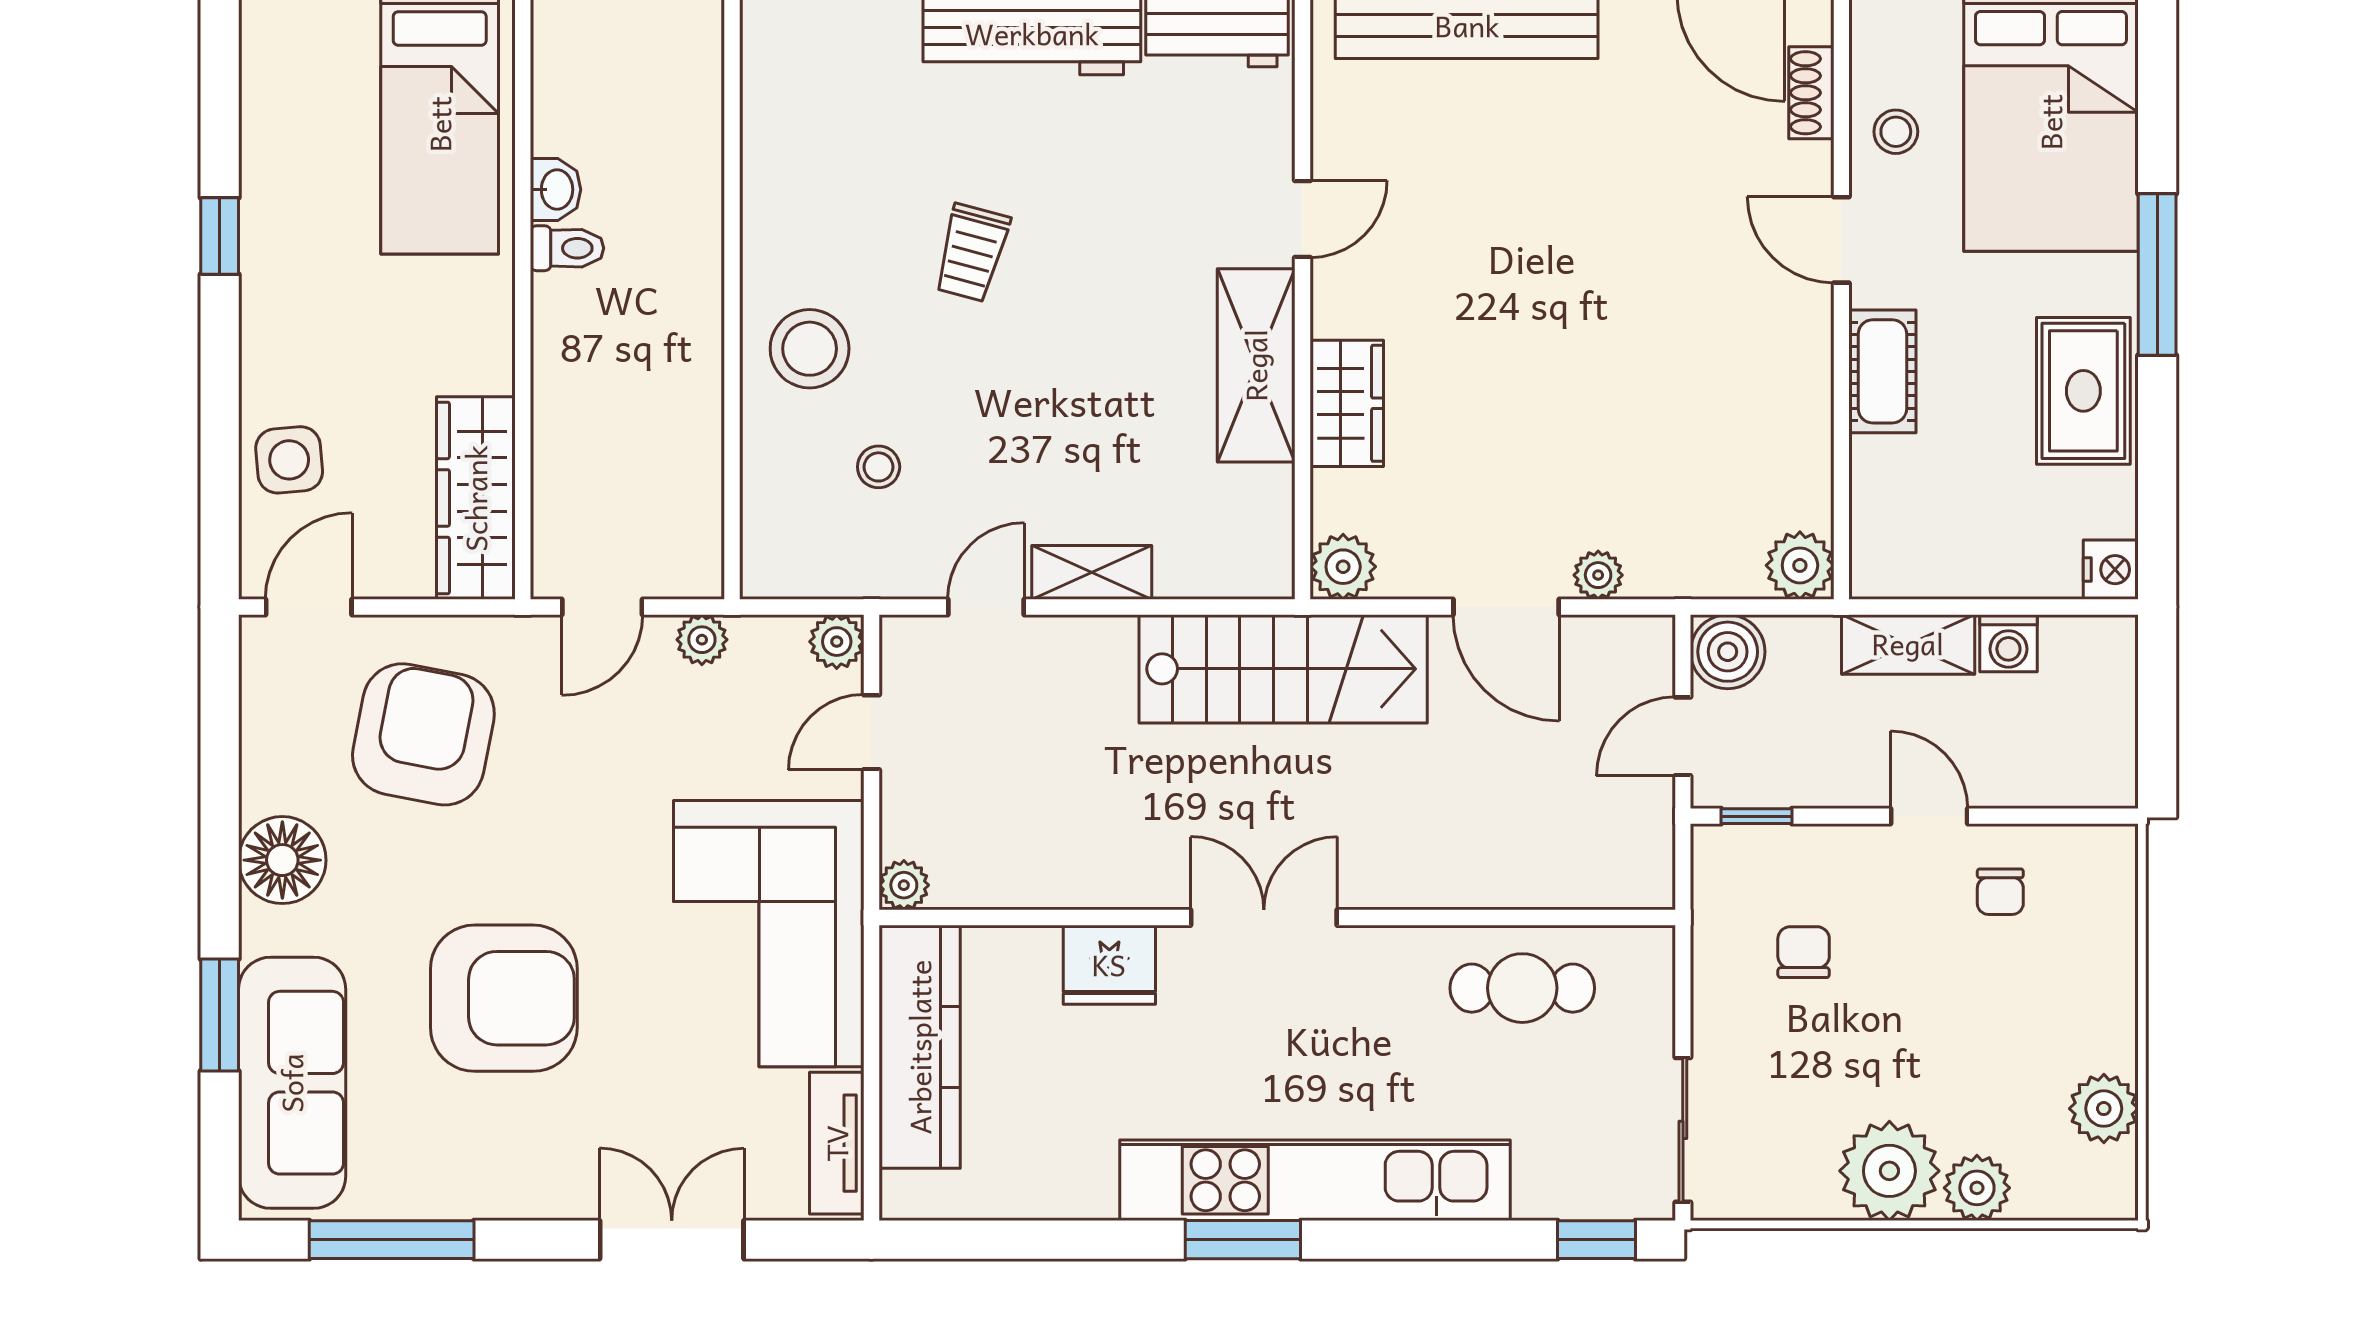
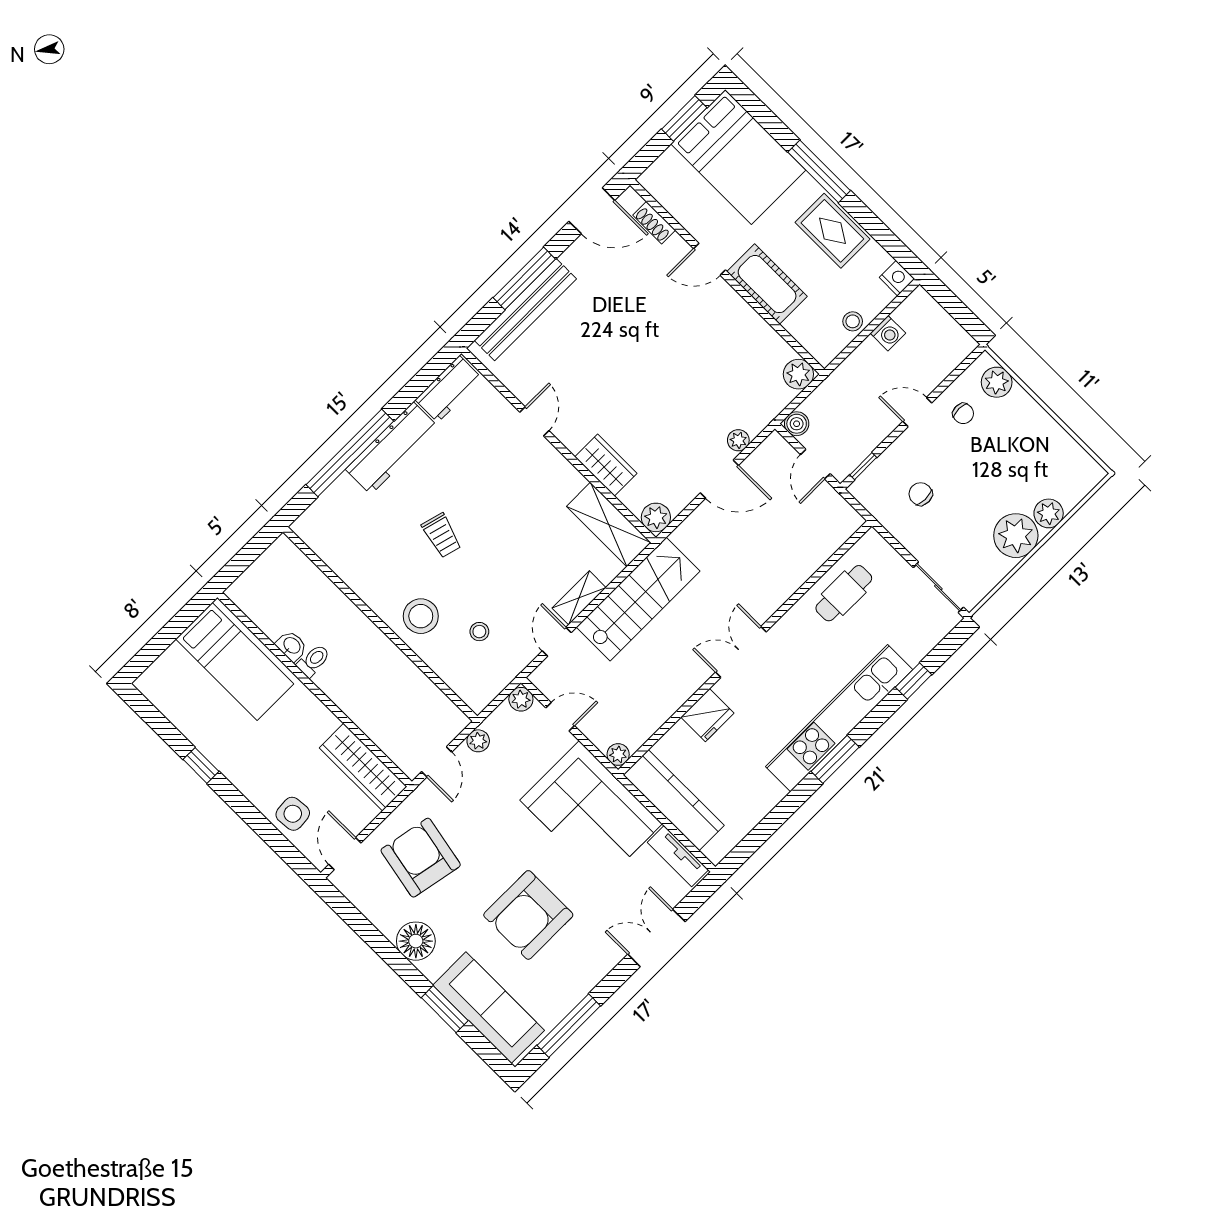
stool: (1896, 132) -> (853, 321), moved
shelving: (1256, 365) -> (609, 525), moved
cot: (1882, 371) -> (767, 284), width x1.37, depth x1.34
shelving: (1908, 644) -> (857, 365), removed
boiler: (1728, 652) -> (797, 424), width x0.73, depth x0.73
stairs: (1283, 669) -> (638, 599), moved
door: (871, 732) -> (560, 717), swing flipped
armchair: (504, 998) -> (528, 915), turned 180
plant: (2104, 1109) -> (997, 382), moved
window: (1596, 1240) -> (913, 681), moved

